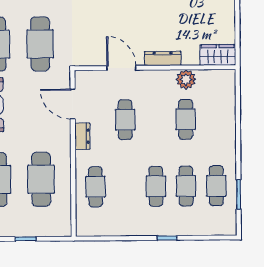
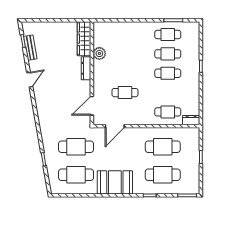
wardrobe: (218, 55) -> (84, 39), width x1.50
door: (121, 68) -> (92, 106), moved
cafe table: (186, 119) -> (125, 54), removed
dresser: (82, 136) -> (191, 120), moved

